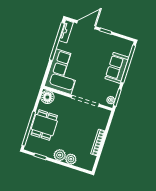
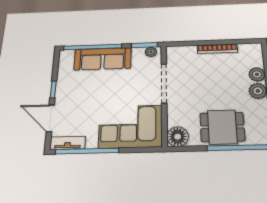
sofa: (117, 68) -> (103, 59), width x1.36

